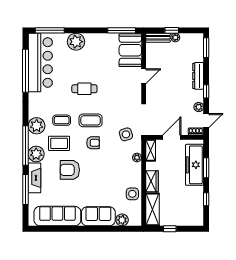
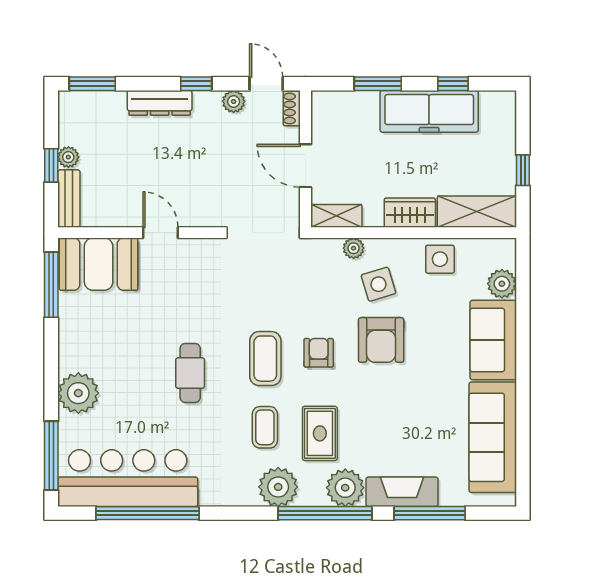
side table: (126, 134) -> (378, 284), moved
freezer: (195, 165) -> (429, 111), moved
armchair: (70, 170) -> (381, 340), moved

